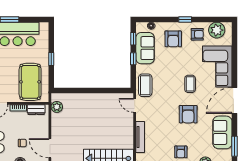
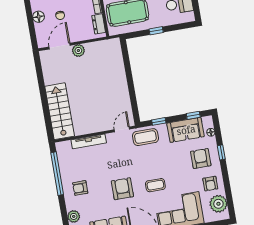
window: (185, 19) -> (221, 152), moved
armchair: (173, 39) -> (201, 158), turned 90
window: (133, 59) -> (159, 121), moved
plant: (57, 107) -> (78, 51), moved
armchair: (188, 114) -> (122, 189), turned 90

